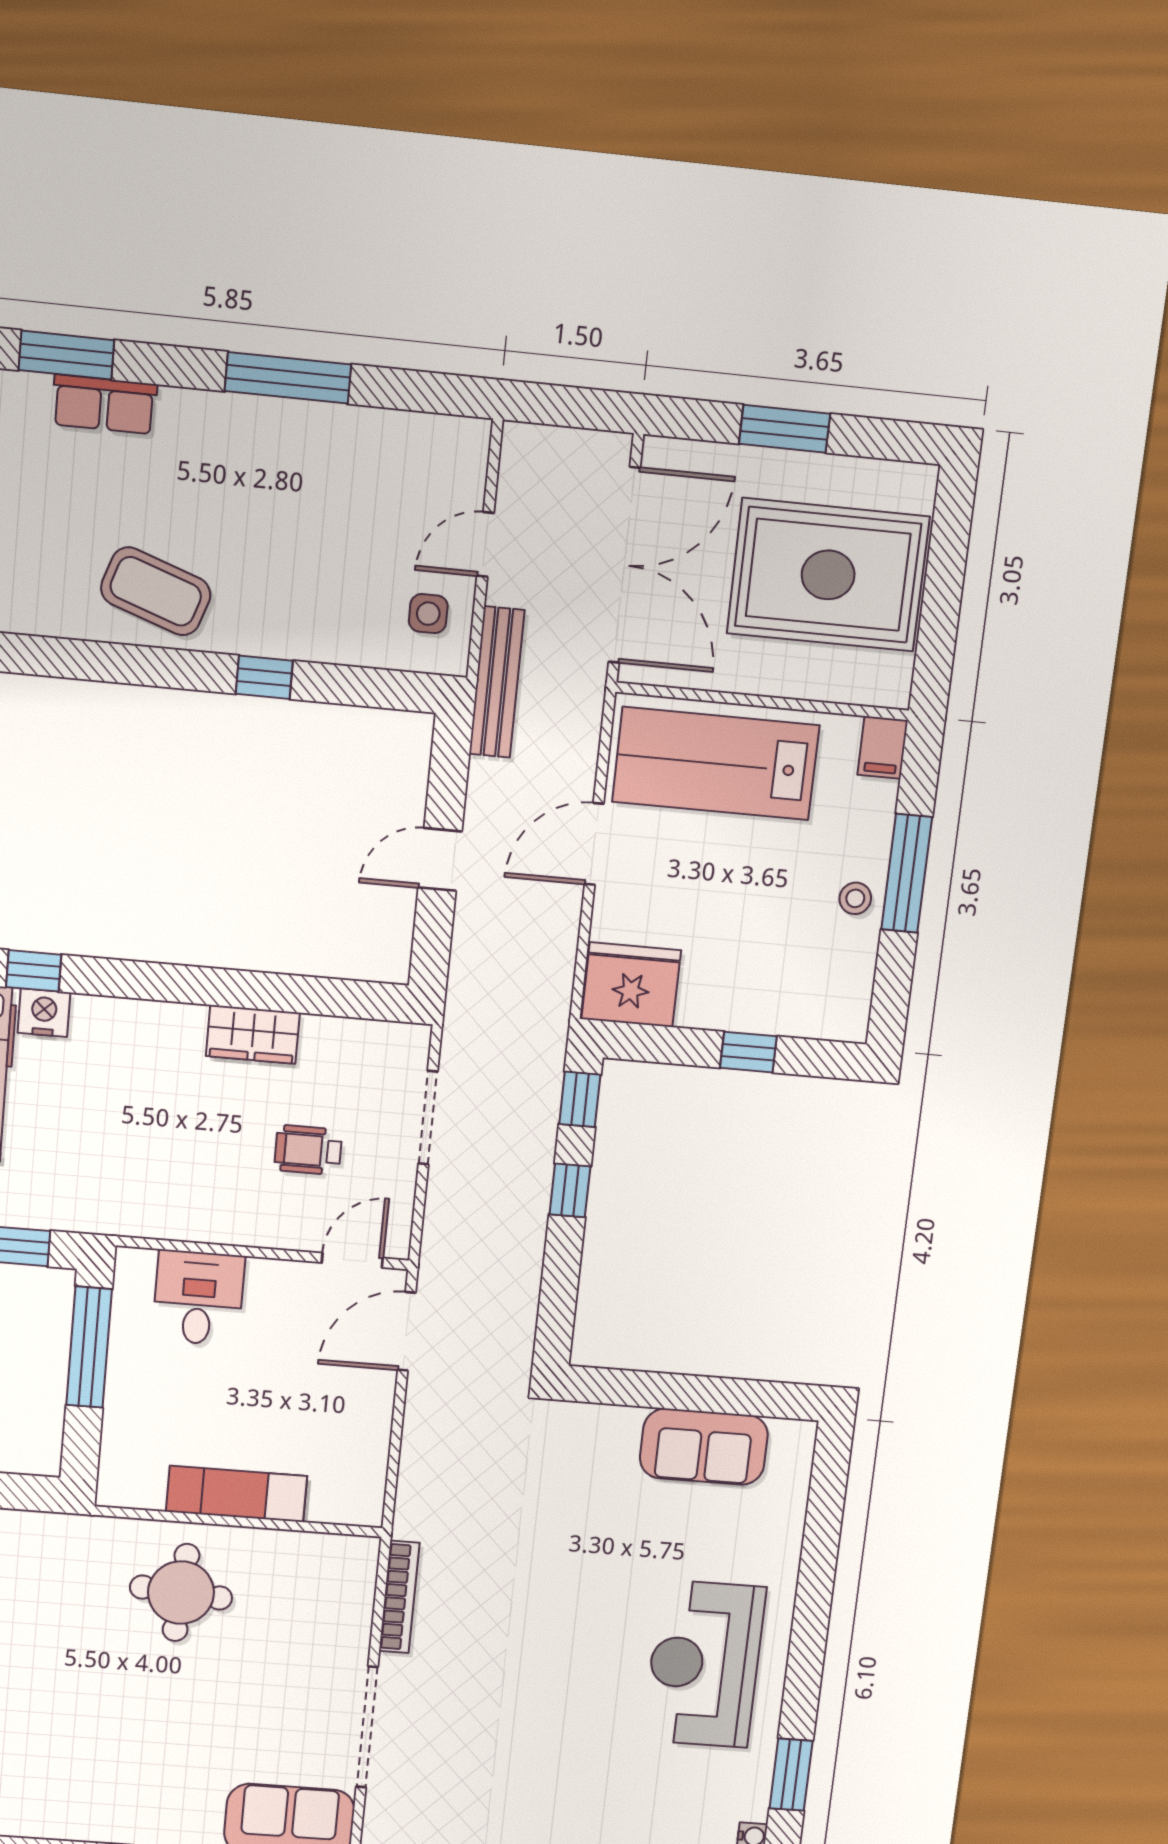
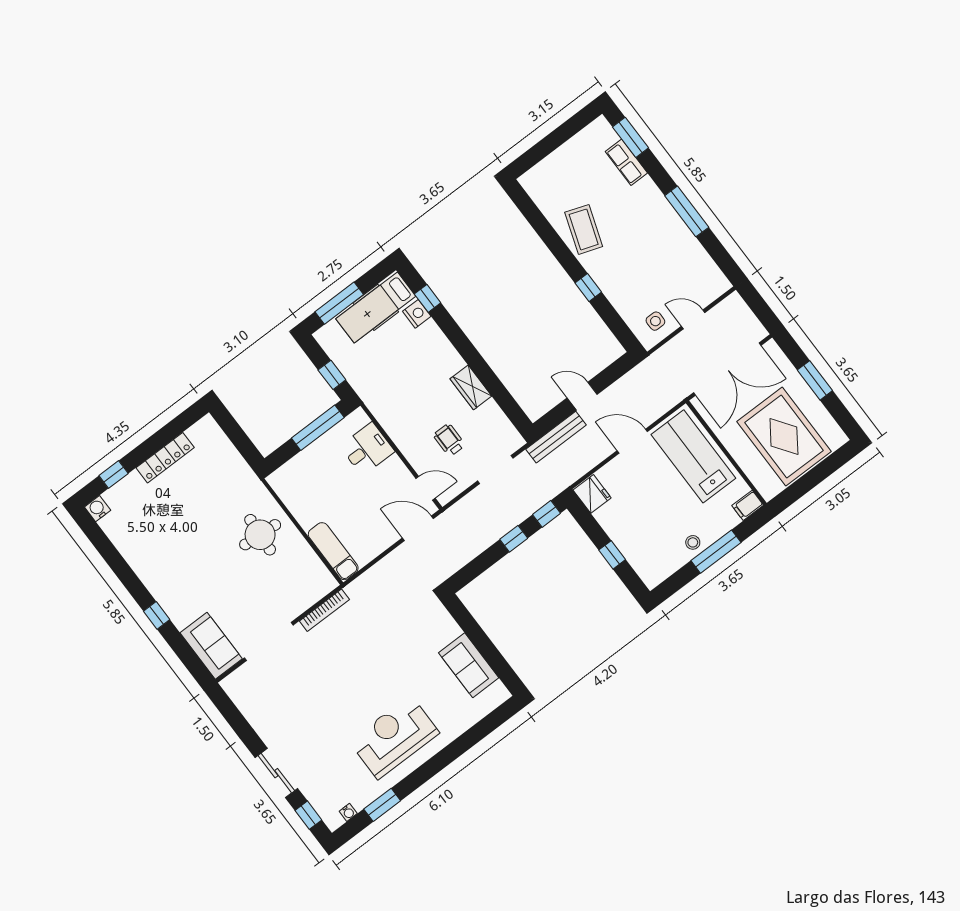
bench: (497, 682) -> (556, 437), moved
fridge: (631, 985) -> (592, 494), width x0.73, depth x0.75
exam couch: (237, 1494) -> (333, 551), moved

